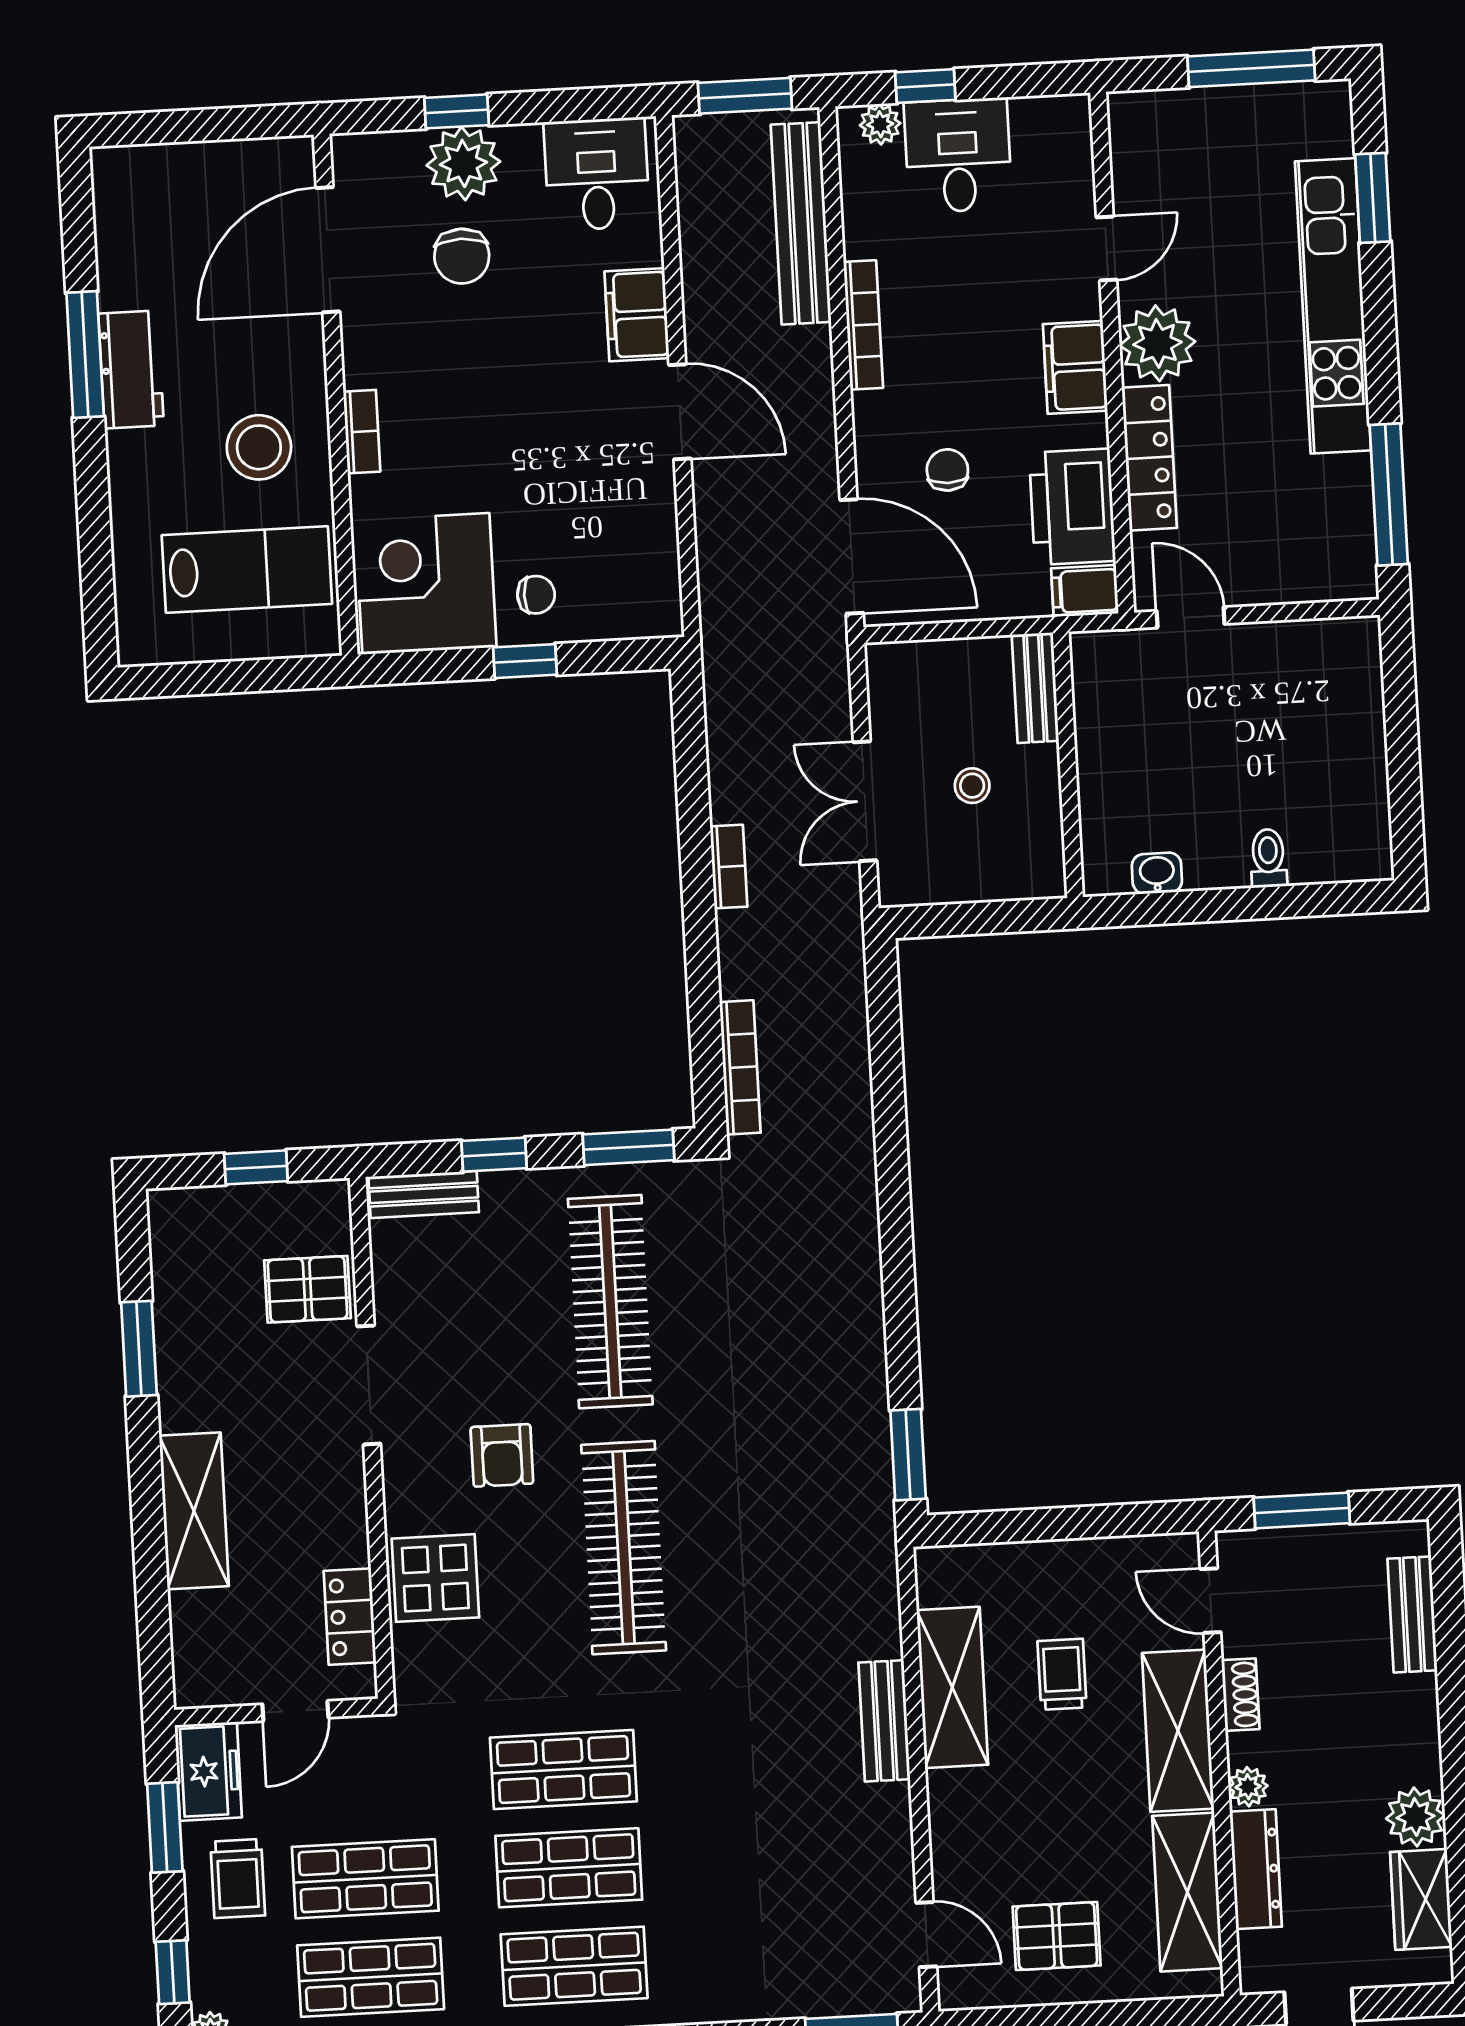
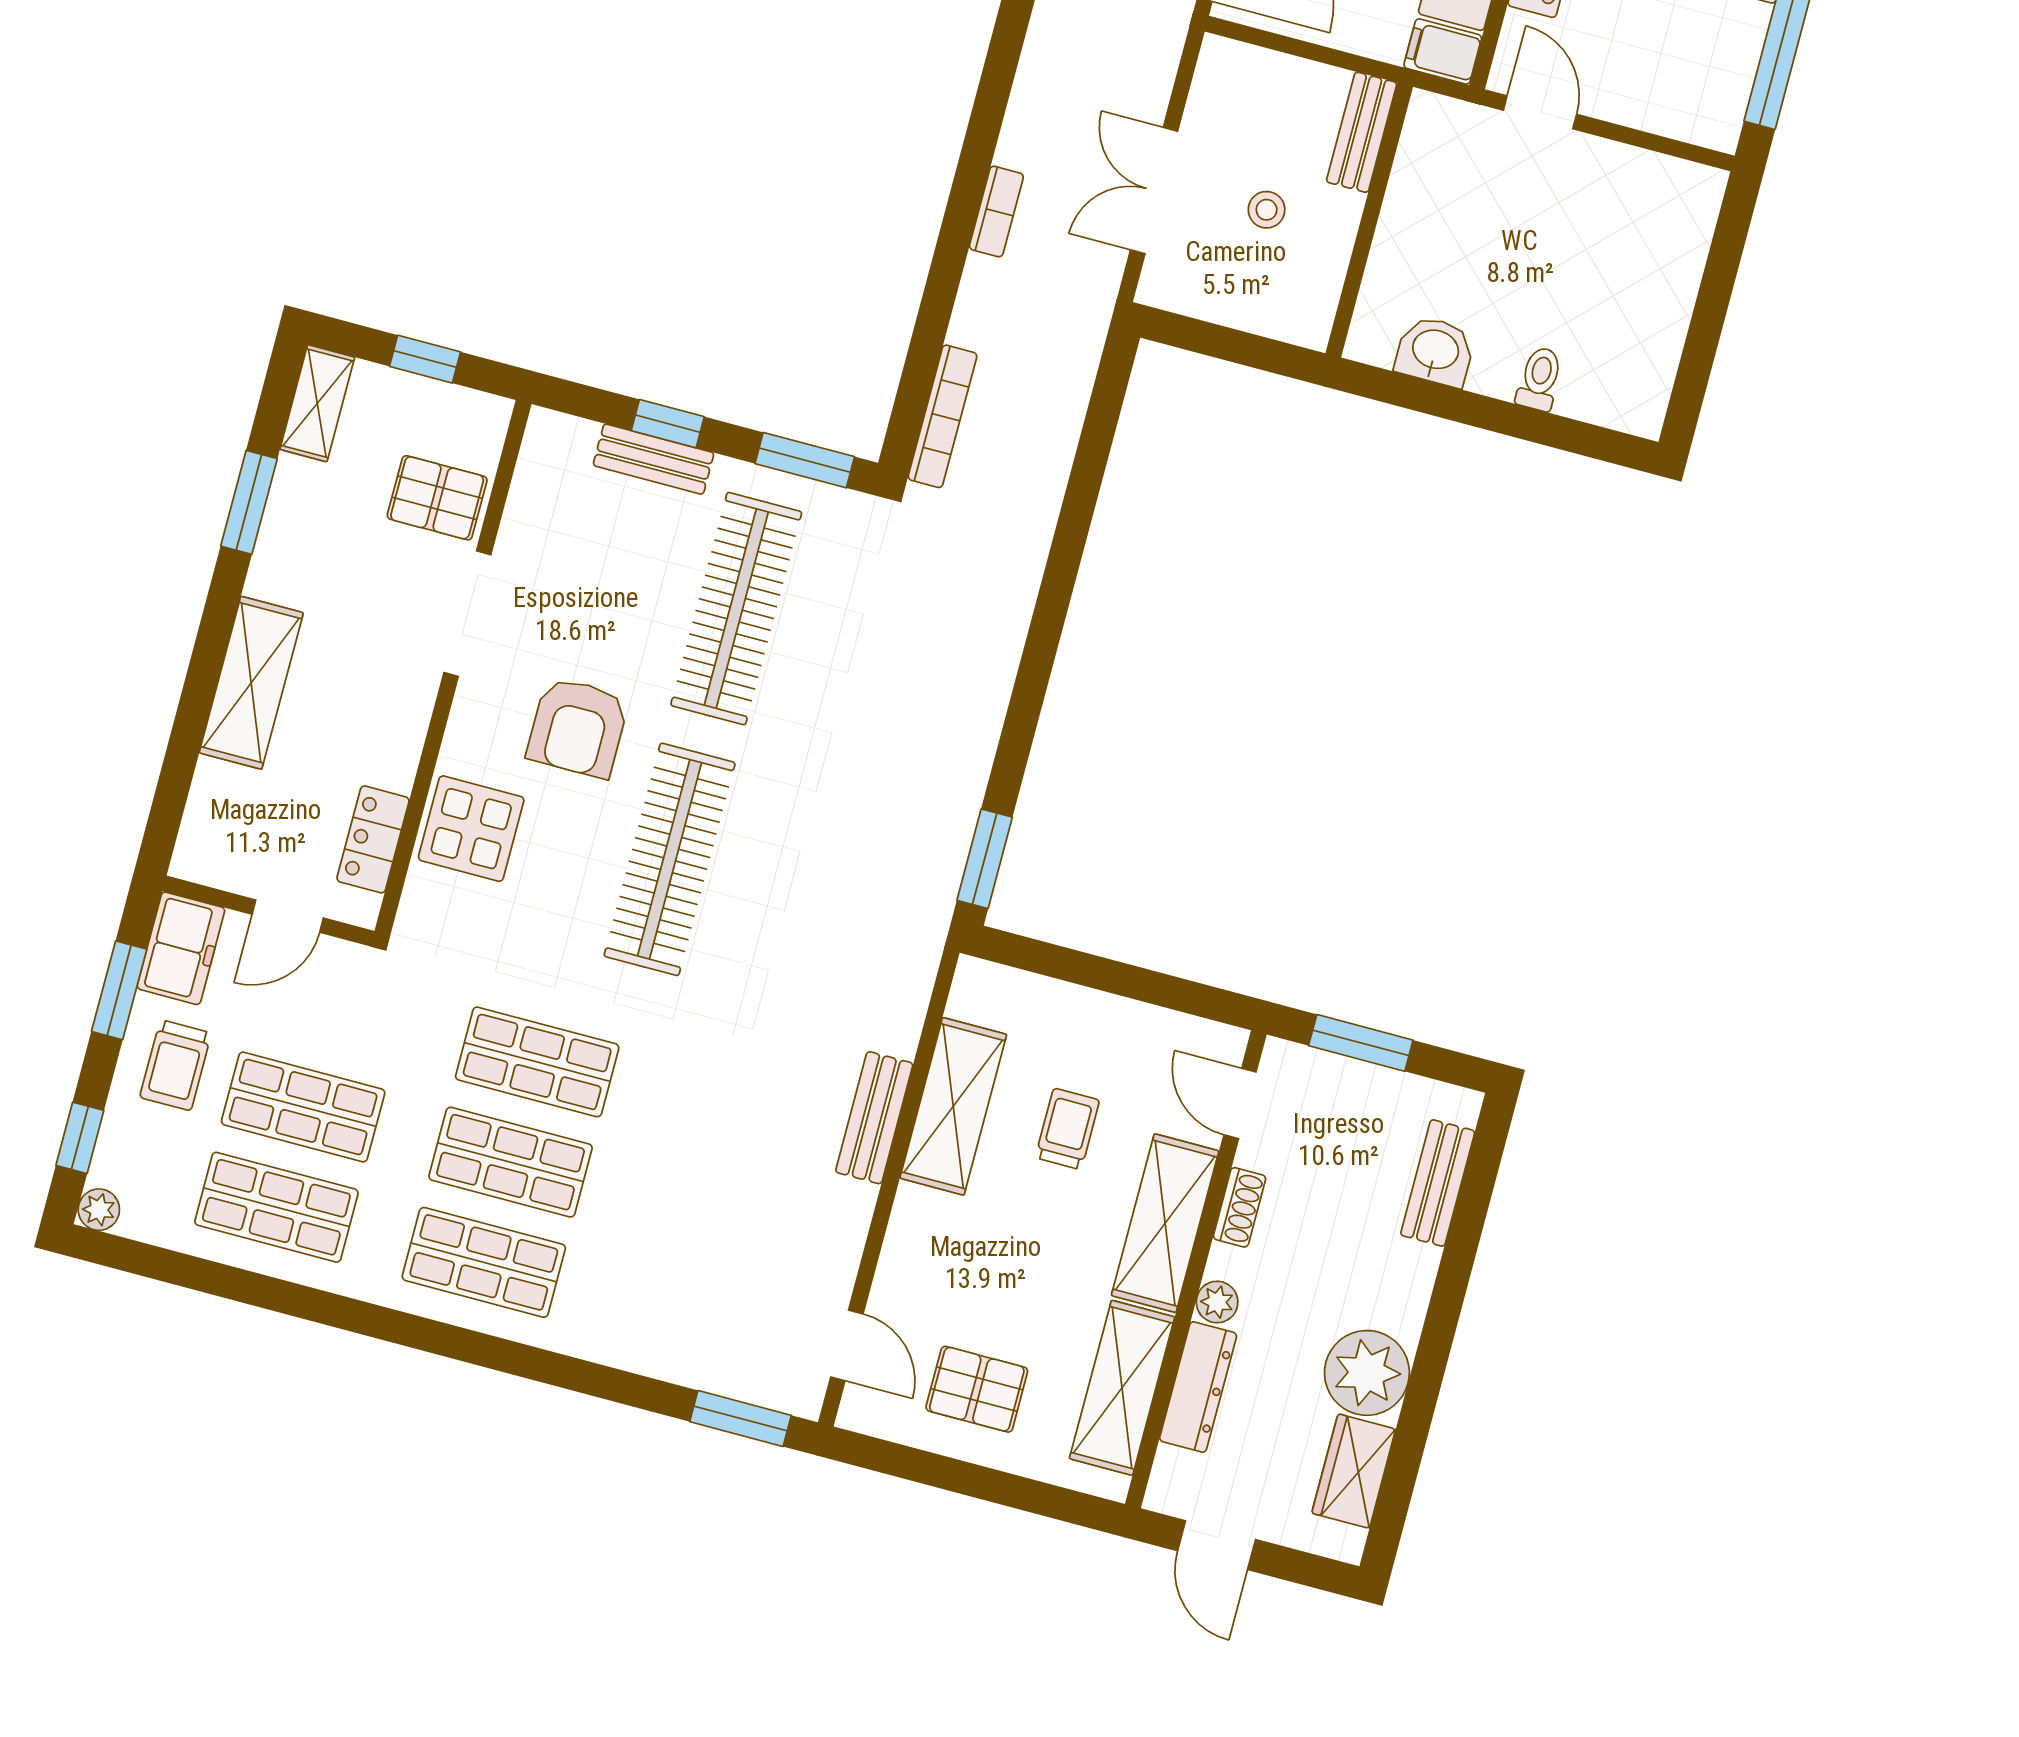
washbasin: (1157, 873) -> (1435, 351), width x1.38, depth x1.45
bench: (424, 1194) -> (654, 459), moved
shelving: (172, 1239) -> (317, 403), added
armchair: (502, 1455) -> (578, 727), width x1.38, depth x1.38
plant: (1415, 1817) -> (1367, 1373), width x1.36, depth x1.36

